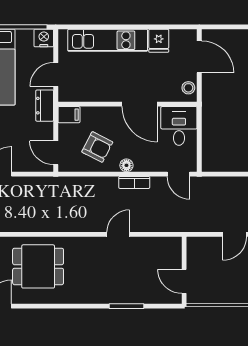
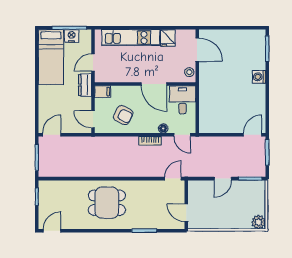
nightstand: (44, 38) -> (72, 36), moved
floor lamp: (126, 165) -> (163, 128), moved
door: (118, 234) -> (173, 179), moved
dining table: (38, 266) -> (107, 203), moved

